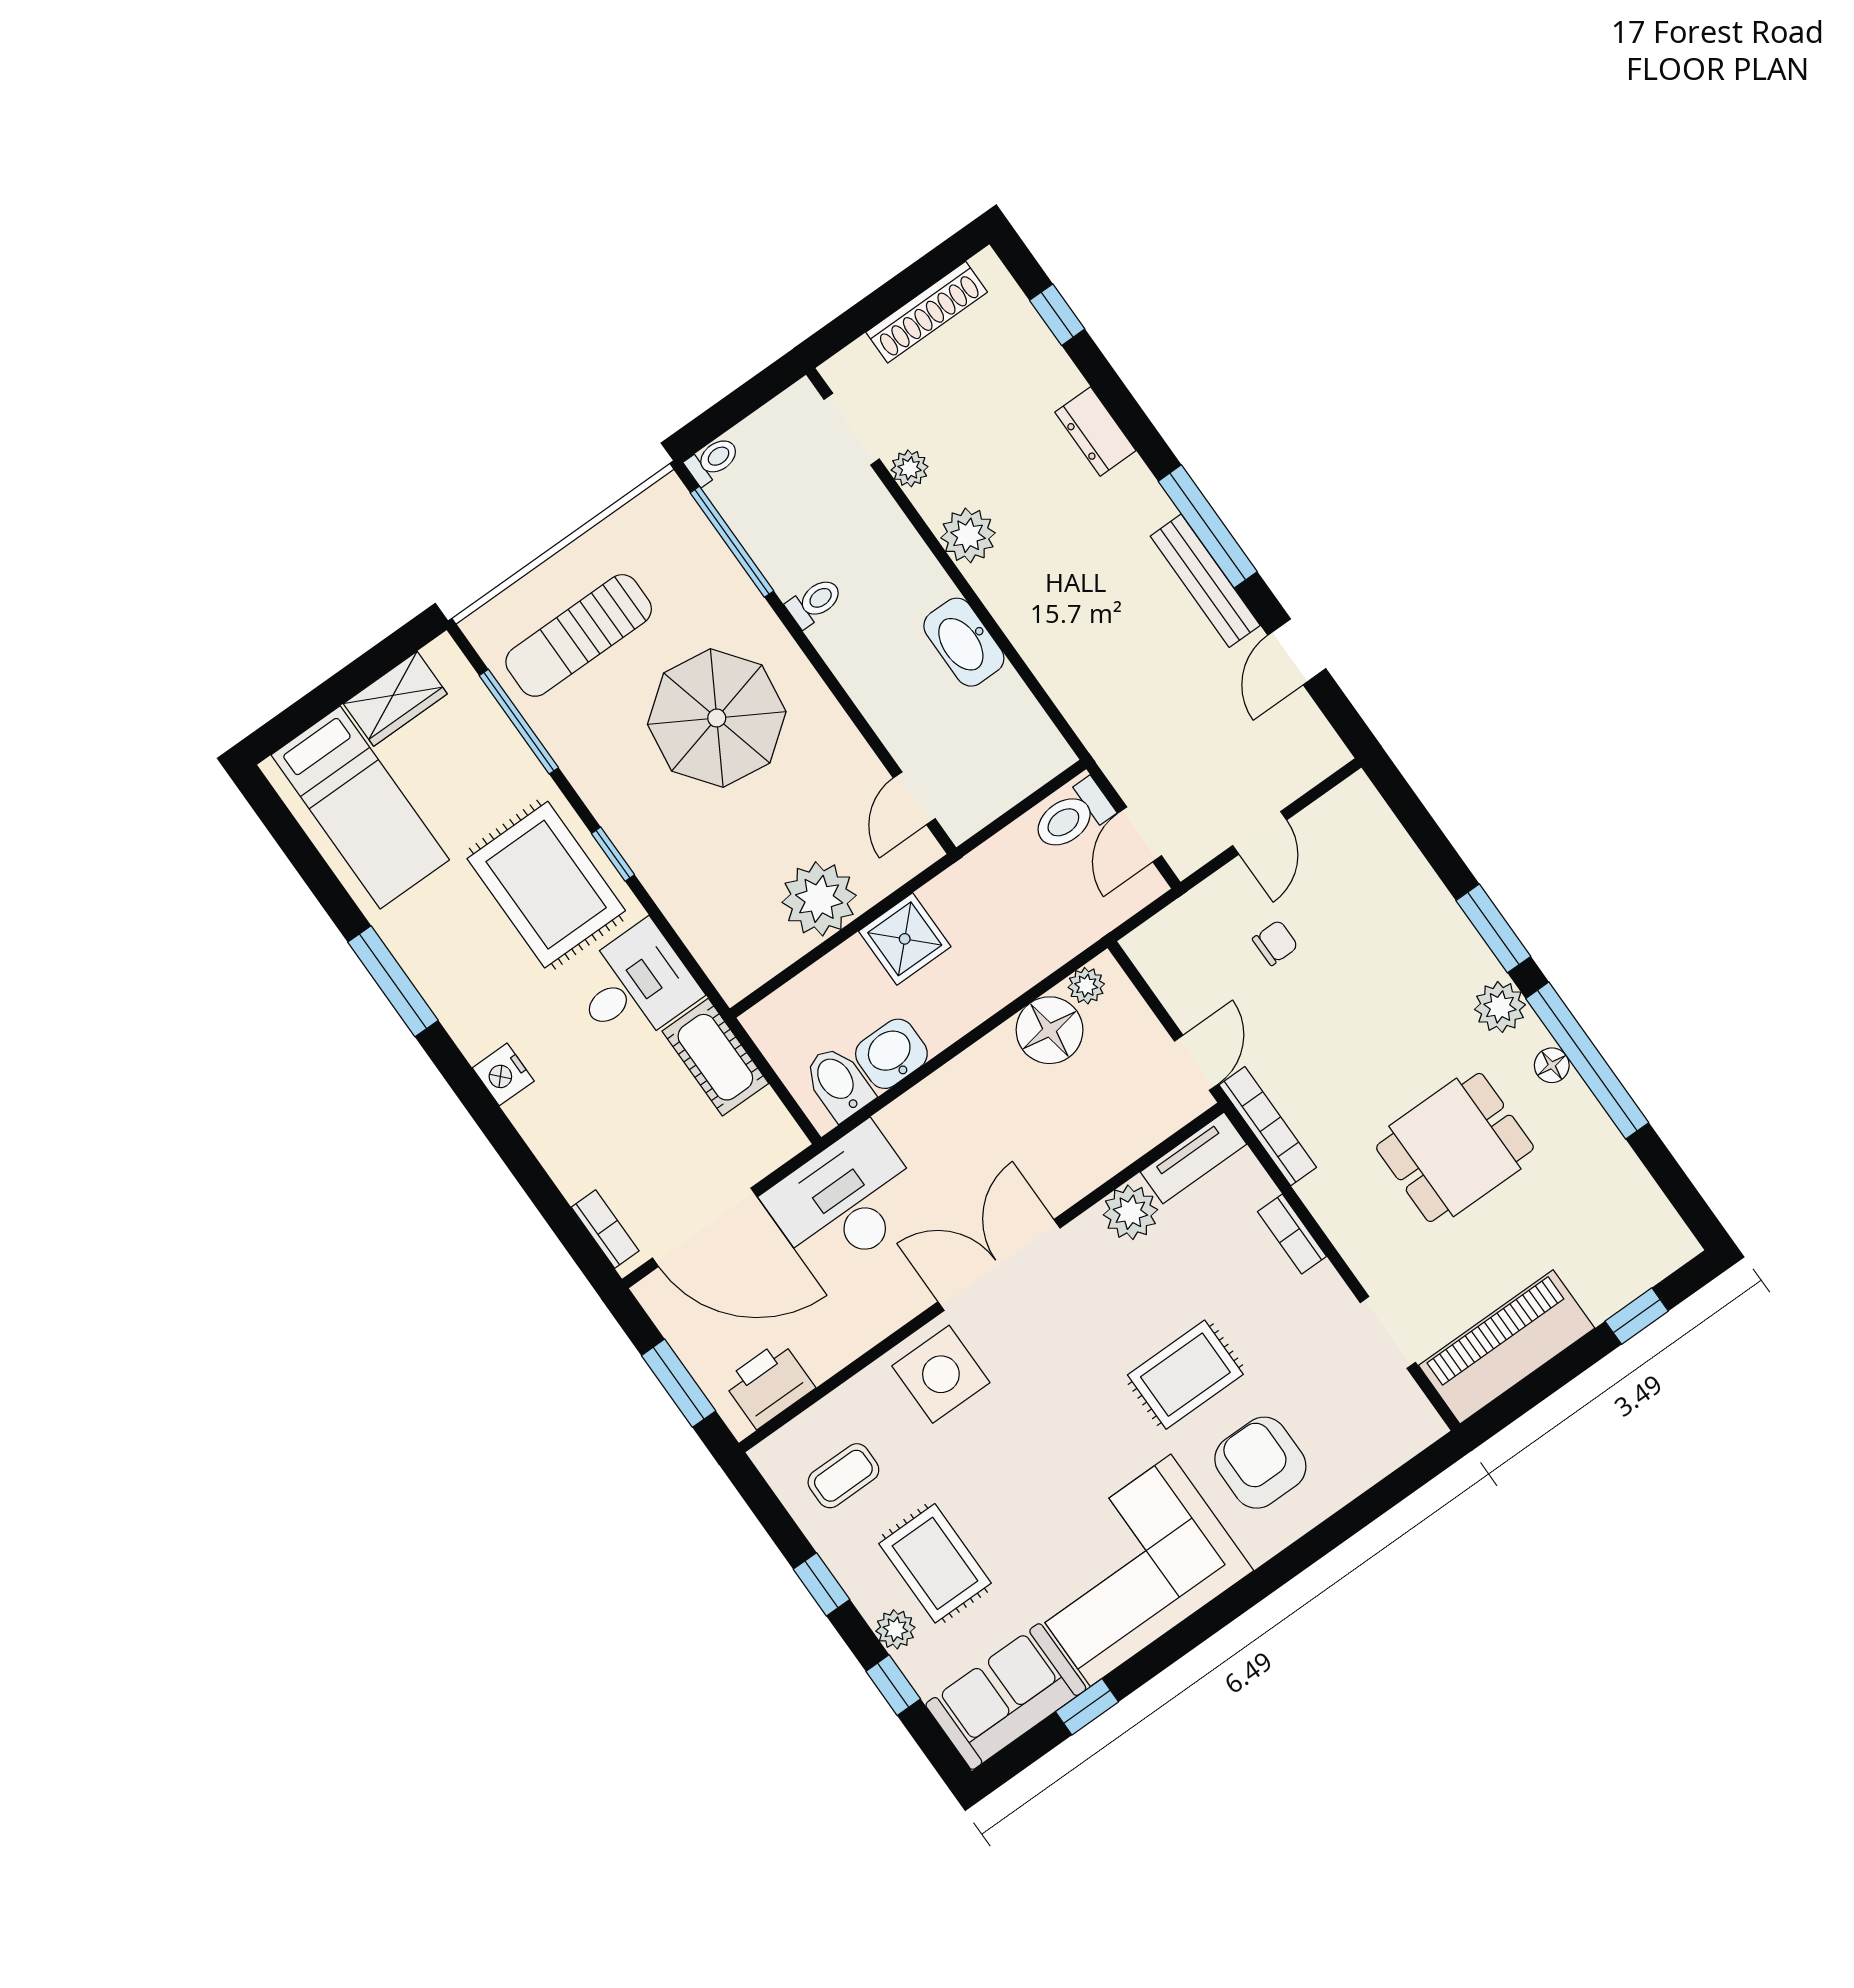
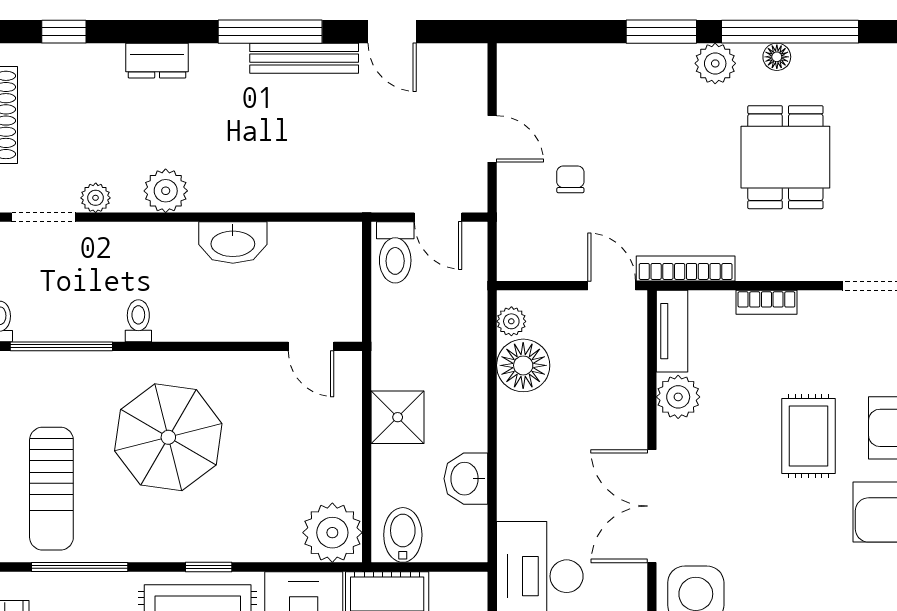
plant: (819, 899) -> (332, 533), moved
bidet: (838, 1083) -> (403, 535), moved, turned 90

